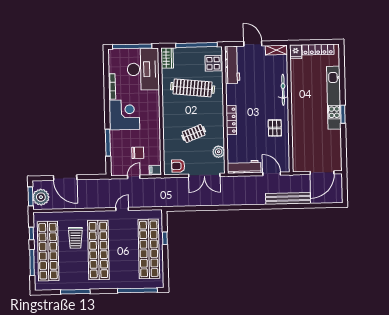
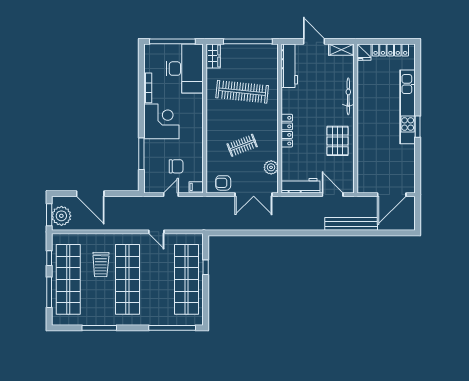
display table: (213, 63) -> (267, 63), removed
pallet: (275, 128) -> (338, 141), width x1.50, depth x1.42
door: (122, 209) -> (156, 232), swing flipped

